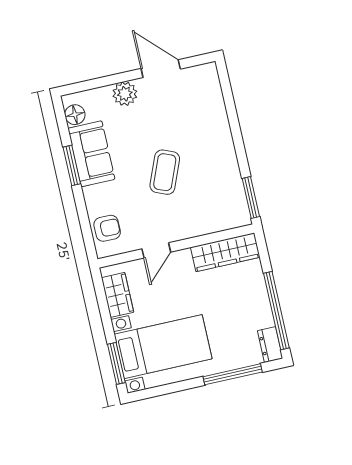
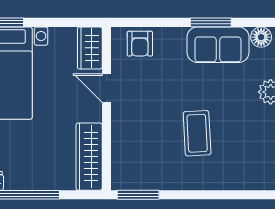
coffee table: (165, 172) -> (197, 133), moved, turned 65
wardrobe: (118, 295) -> (90, 48), moved, turned 90

